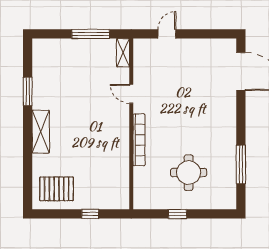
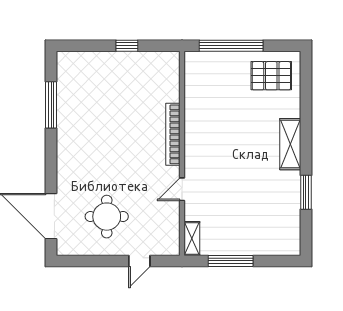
door: (131, 94) -> (182, 189), swing flipped
round table: (189, 173) -> (107, 217), moved
window: (90, 214) -> (231, 46), width x3.17

